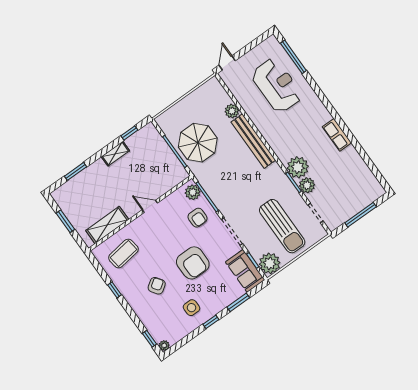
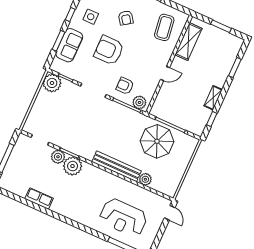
row of seats: (337, 135) -> (39, 199), moved
sun lounger: (282, 226) -> (59, 116), removed
sofa: (245, 271) -> (69, 45), moved, turned 90

